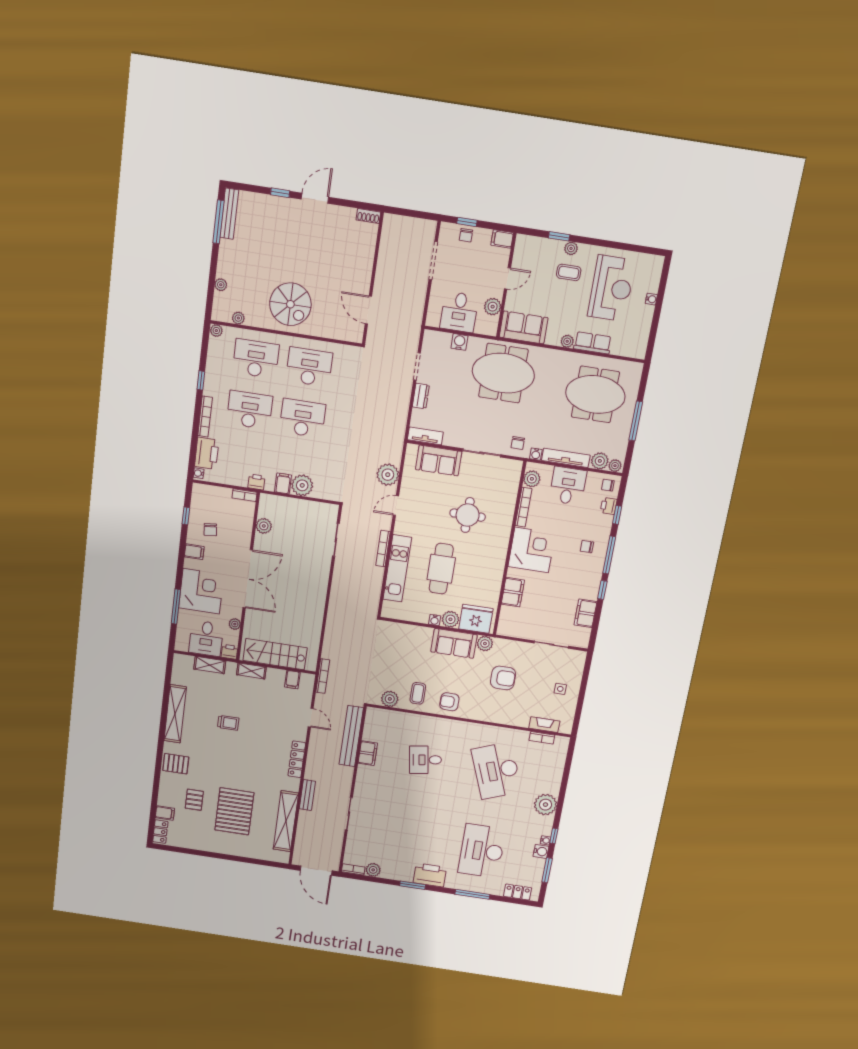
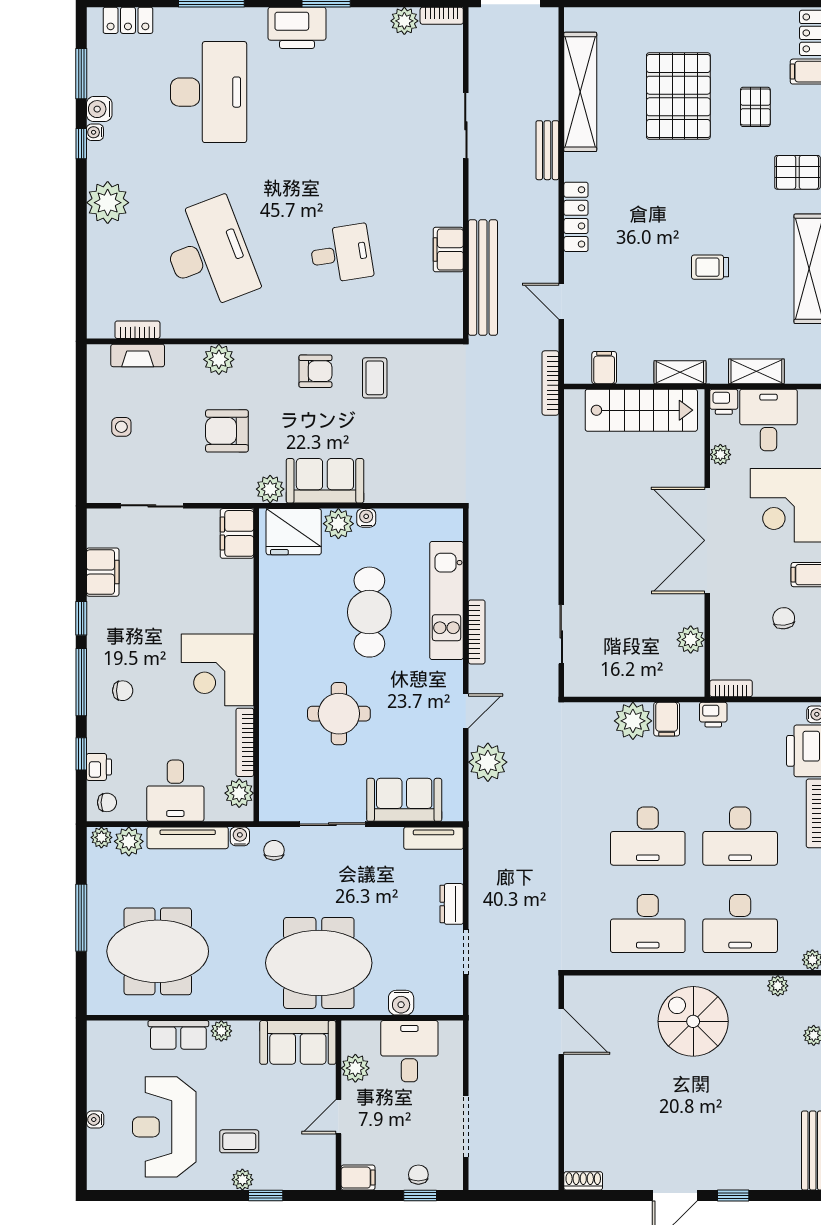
filing cabinet: (513, 592) -> (237, 533), moved
plant: (390, 699) -> (219, 359), moved

